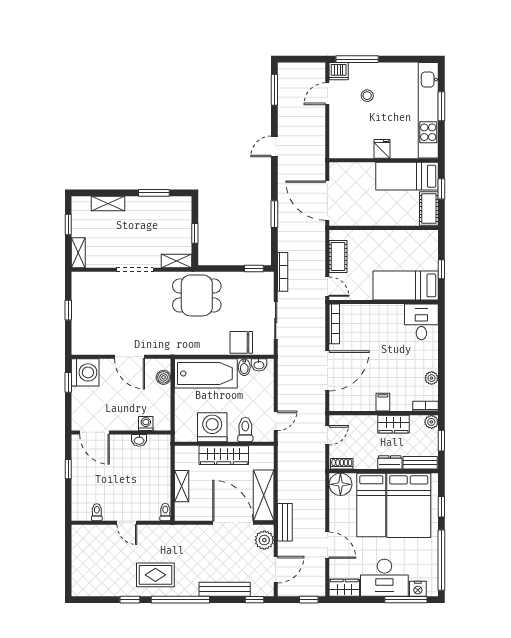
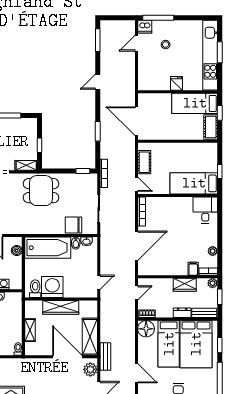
filing cabinet: (383, 402) -> (193, 269), moved
toilet: (245, 430) -> (35, 289), moved

